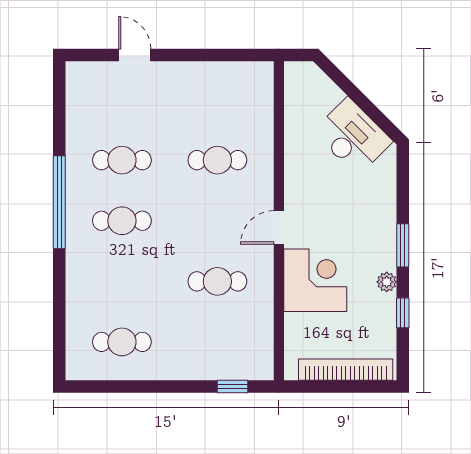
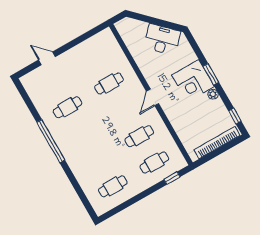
cafe table: (122, 221) -> (154, 163), moved
corner desk: (315, 280) -> (193, 81), moved, turned 180
window: (403, 313) -> (235, 116), moved

